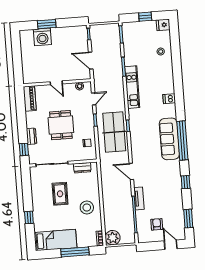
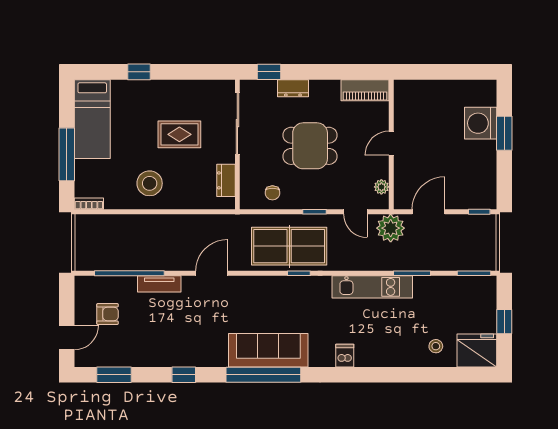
fridge: (163, 25) -> (477, 350), width x1.88, depth x1.34
plant: (113, 238) -> (391, 228), moved

